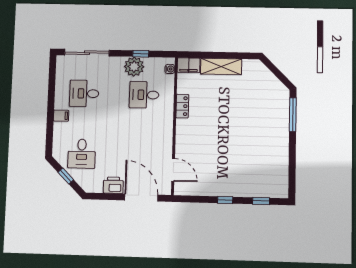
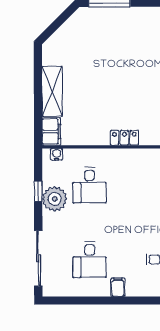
locker: (182, 106) -> (124, 138), moved

